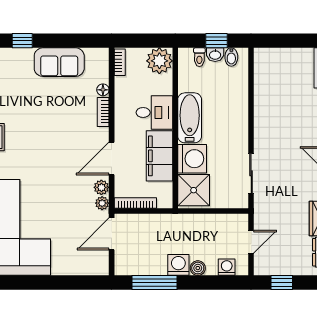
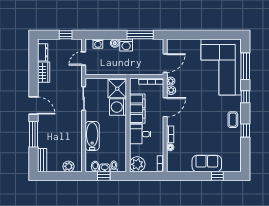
plant: (277, 57) -> (69, 166), added
sofa: (59, 62) -> (207, 164), moved
bathtub: (190, 118) -> (92, 136), moved, turned 180

